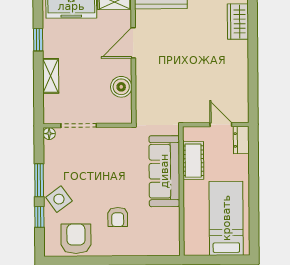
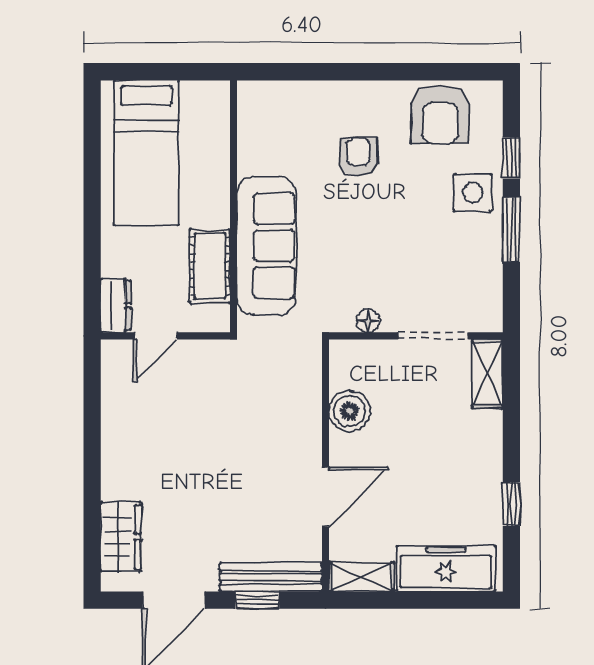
shelving: (51, 76) -> (487, 374), moved
door: (221, 125) -> (155, 336), hinge flipped
floor lamp: (49, 134) -> (368, 321), moved
side table: (59, 199) -> (473, 193), turned 36

